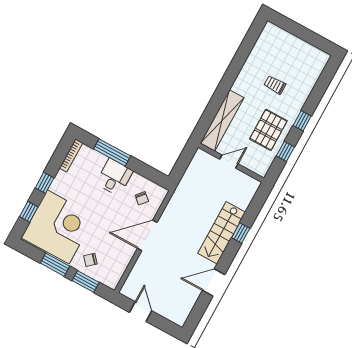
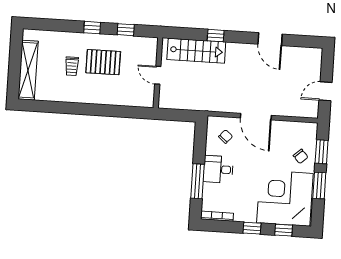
shelving: (222, 121) -> (28, 70), moved, turned 90
pallet: (268, 130) -> (103, 62), moved
stairs: (222, 233) -> (196, 51), moved

